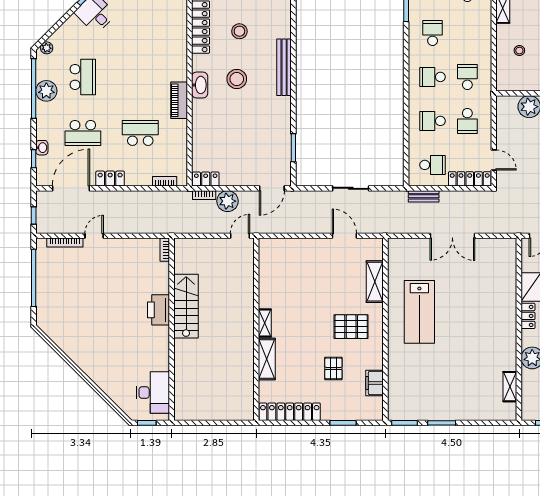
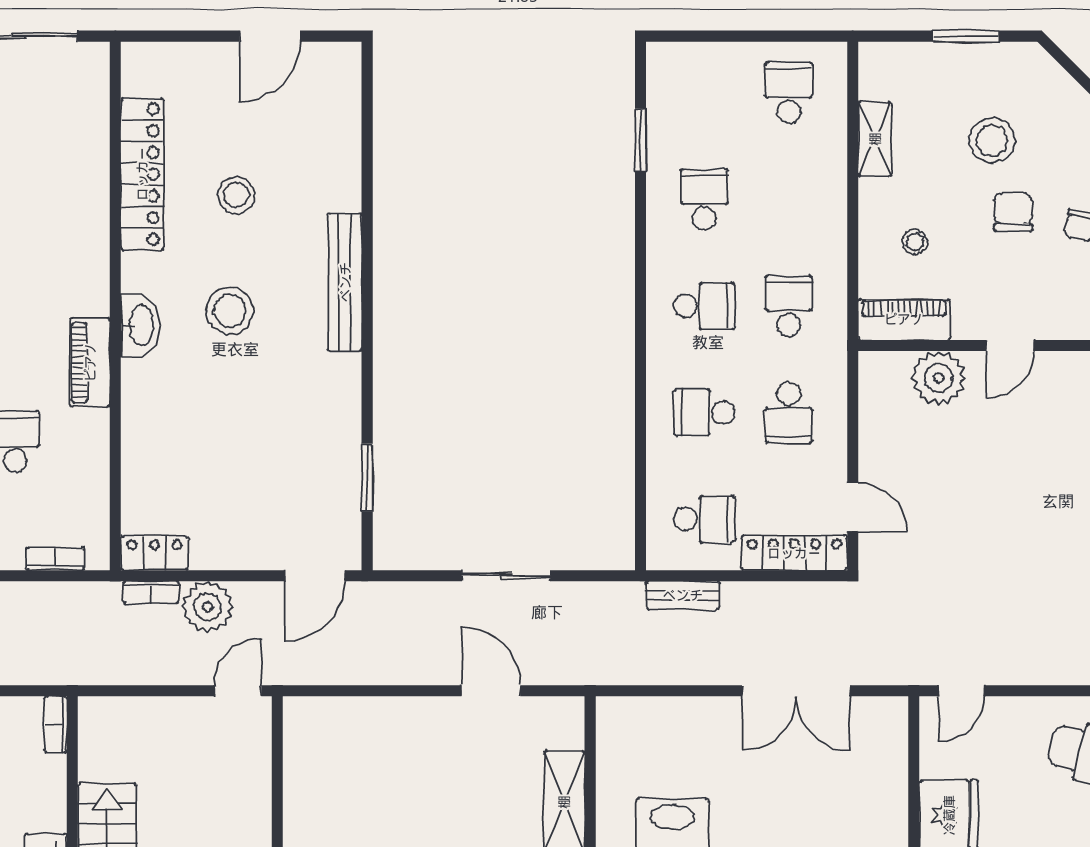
school desk: (433, 77) -> (704, 306), turned 180
piano: (515, 83) -> (904, 319), added
double door: (452, 236) -> (796, 691), moved

